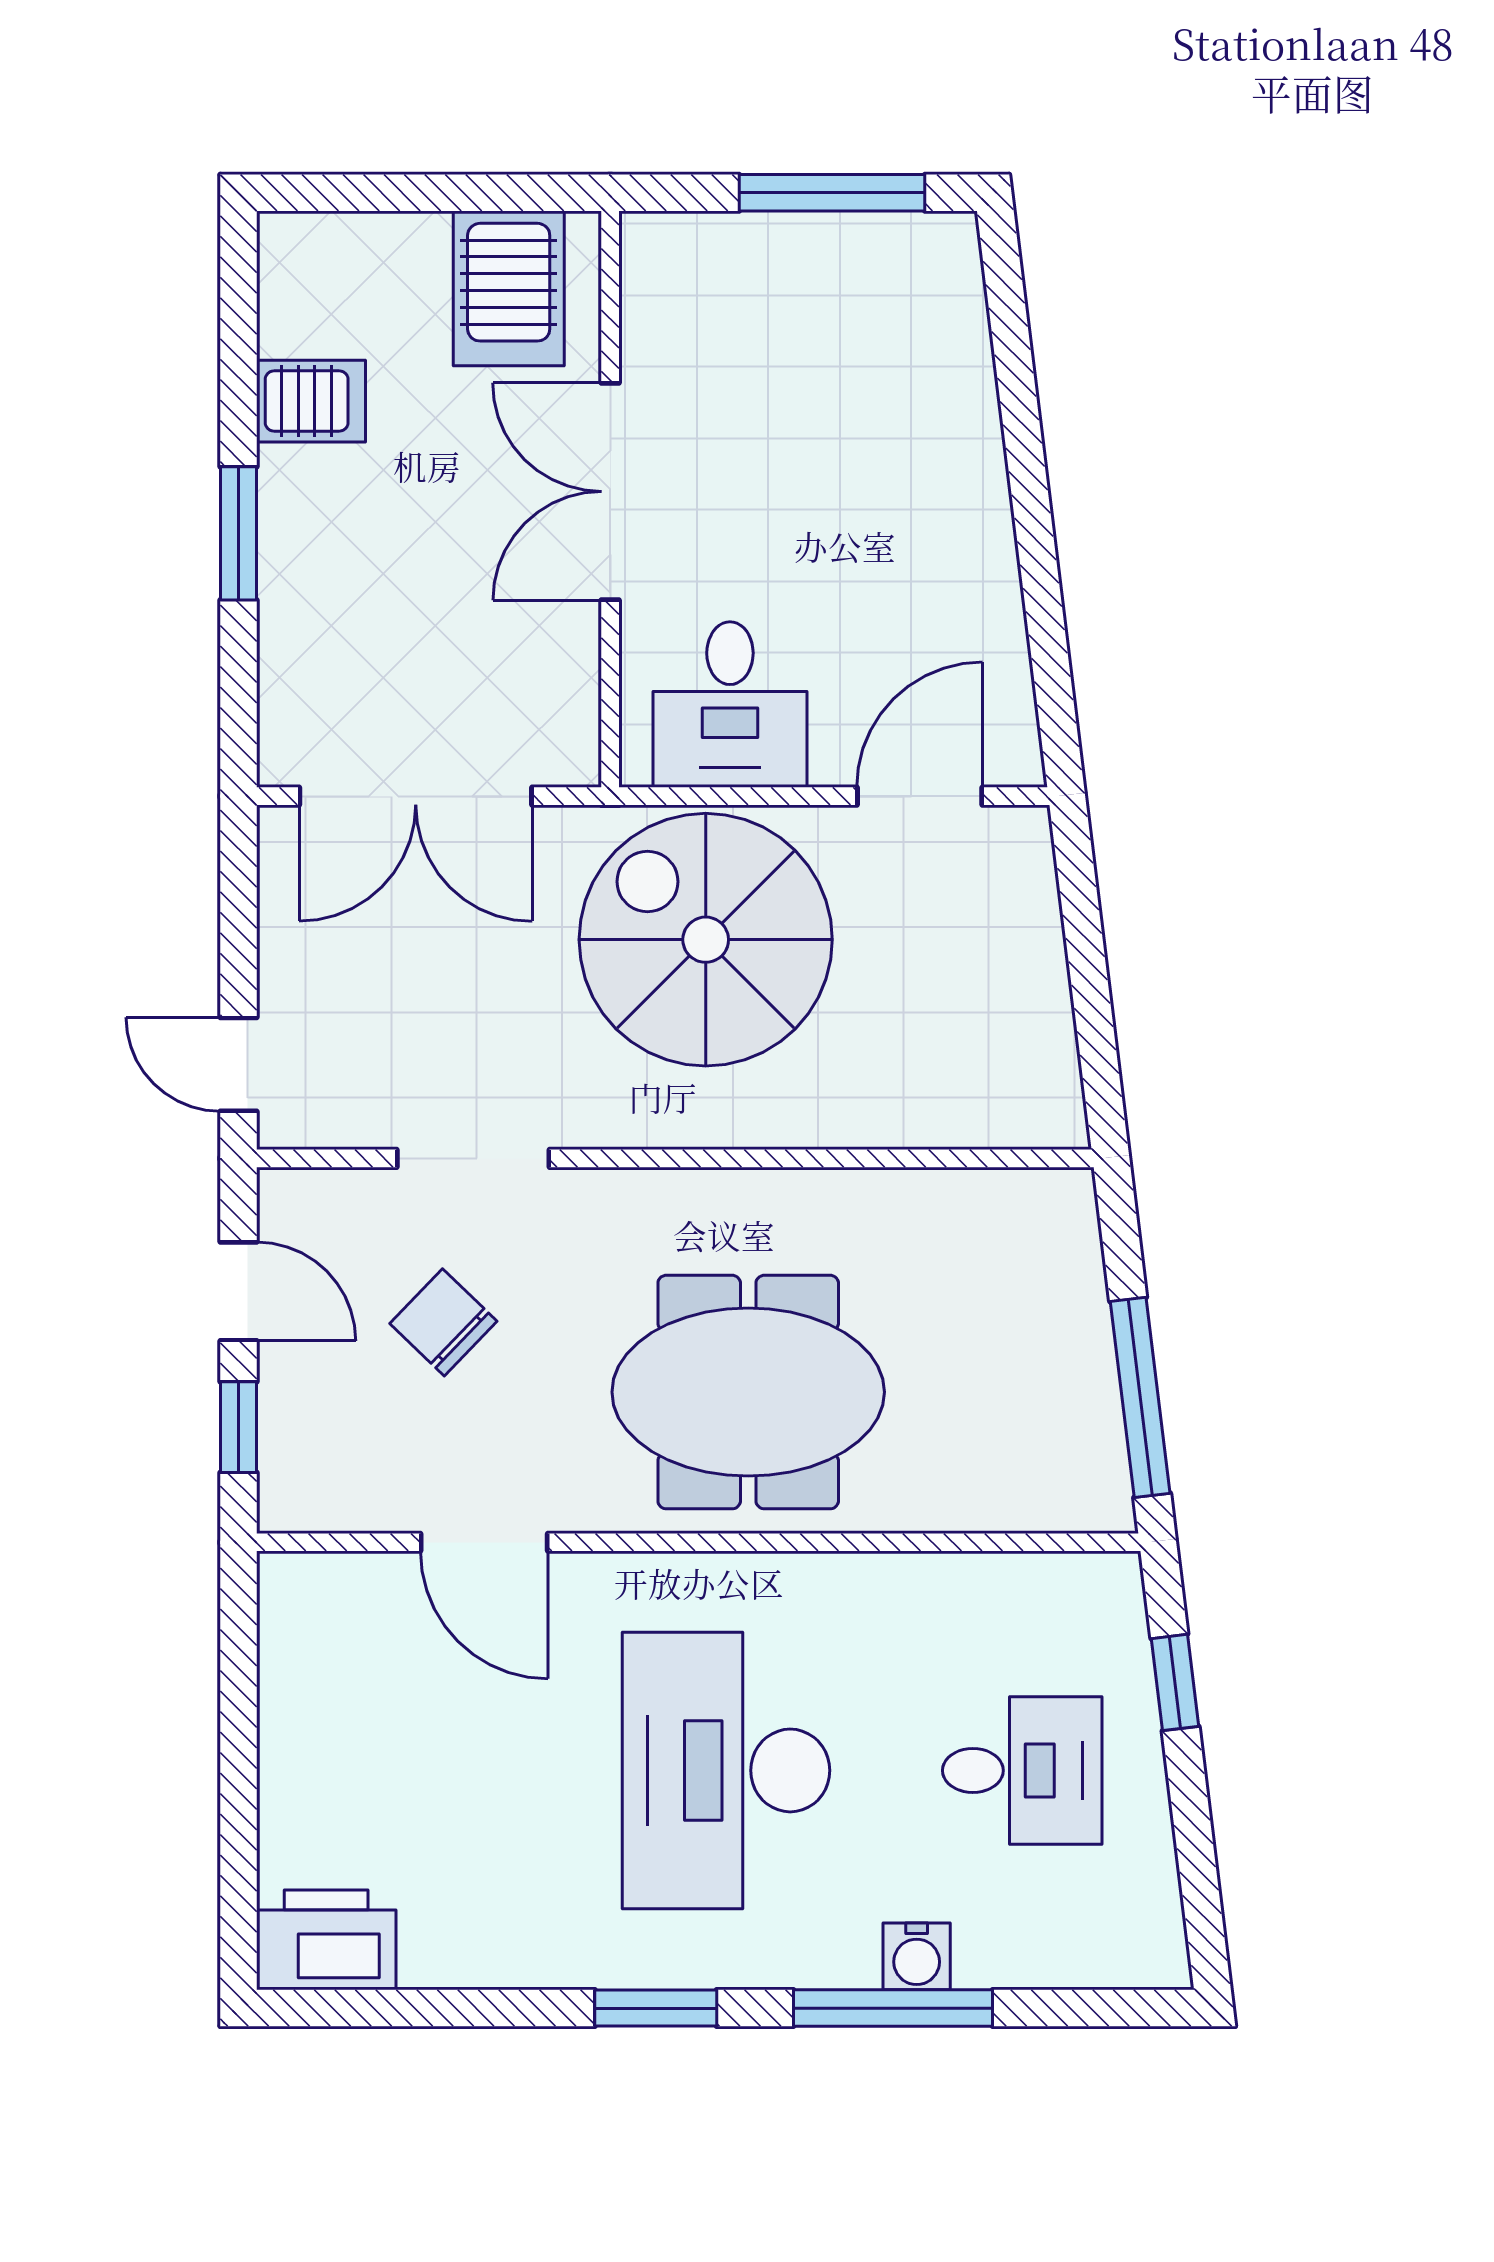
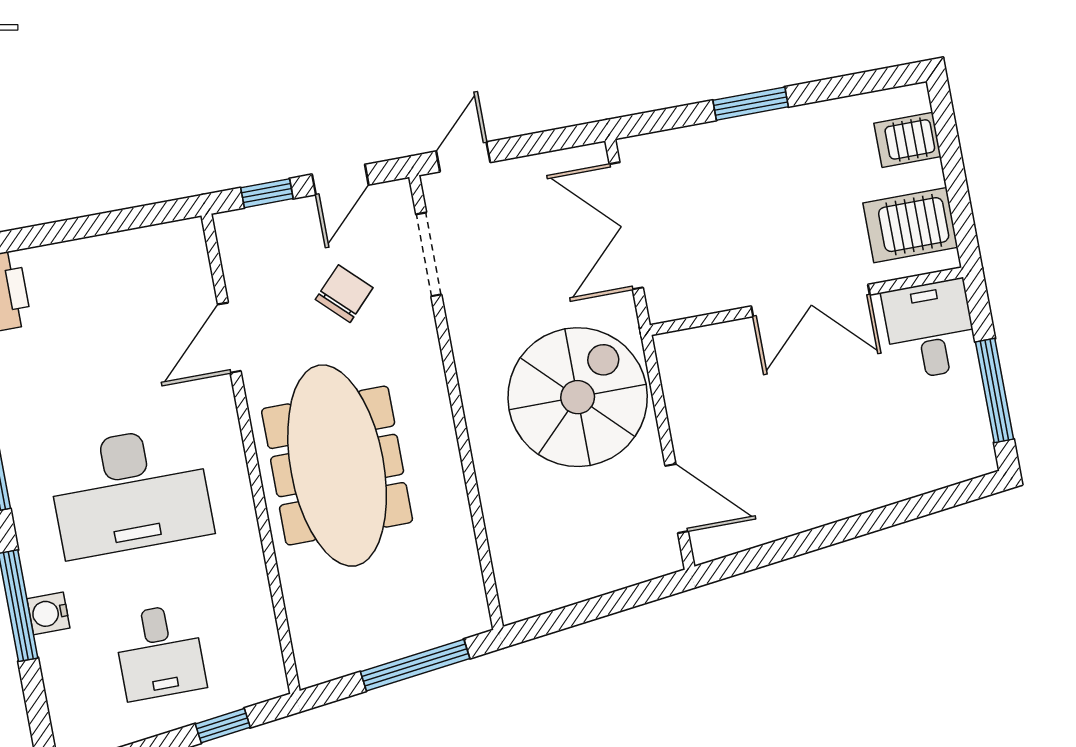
server rack: (311, 401) -> (907, 140), moved, turned 90
double door: (610, 492) -> (811, 300), swing flipped
desk: (730, 705) -> (930, 330), moved, turned 90
doorway: (473, 1158) -> (429, 254), moved
meeting table: (748, 1392) -> (337, 466), width x1.36
window: (1140, 1397) -> (415, 665), moved
desk: (726, 1770) -> (130, 491), turned 180

